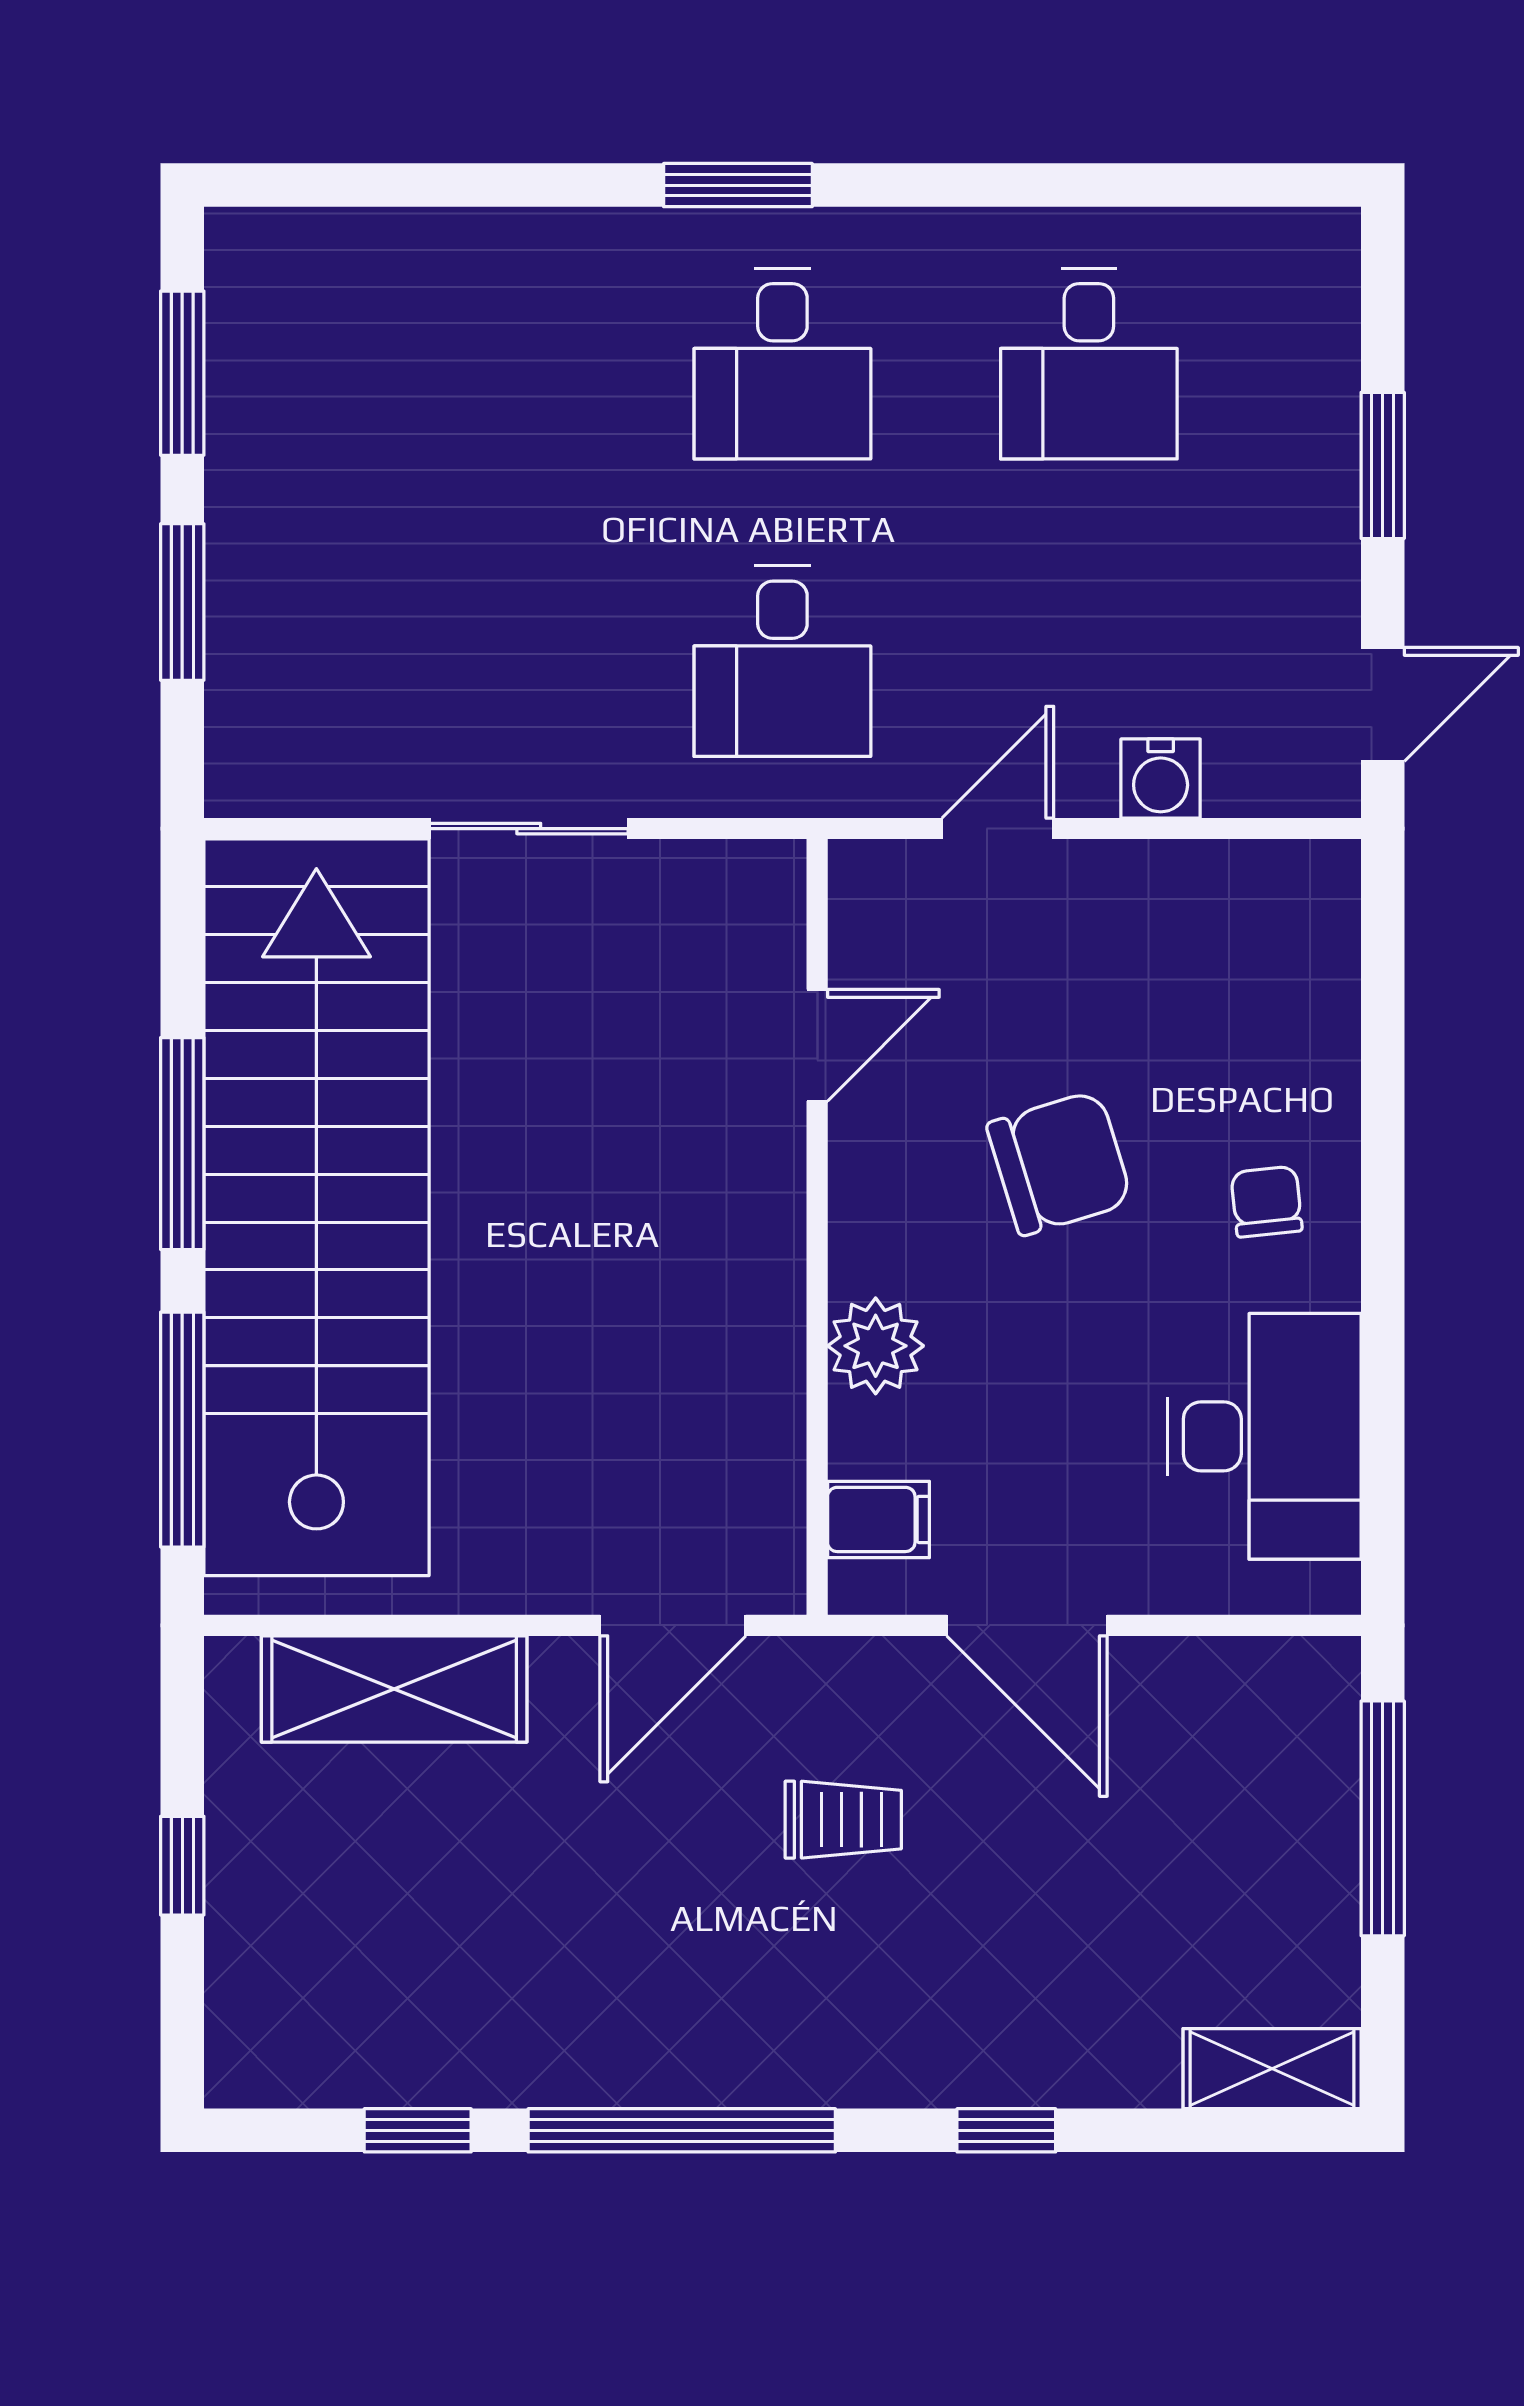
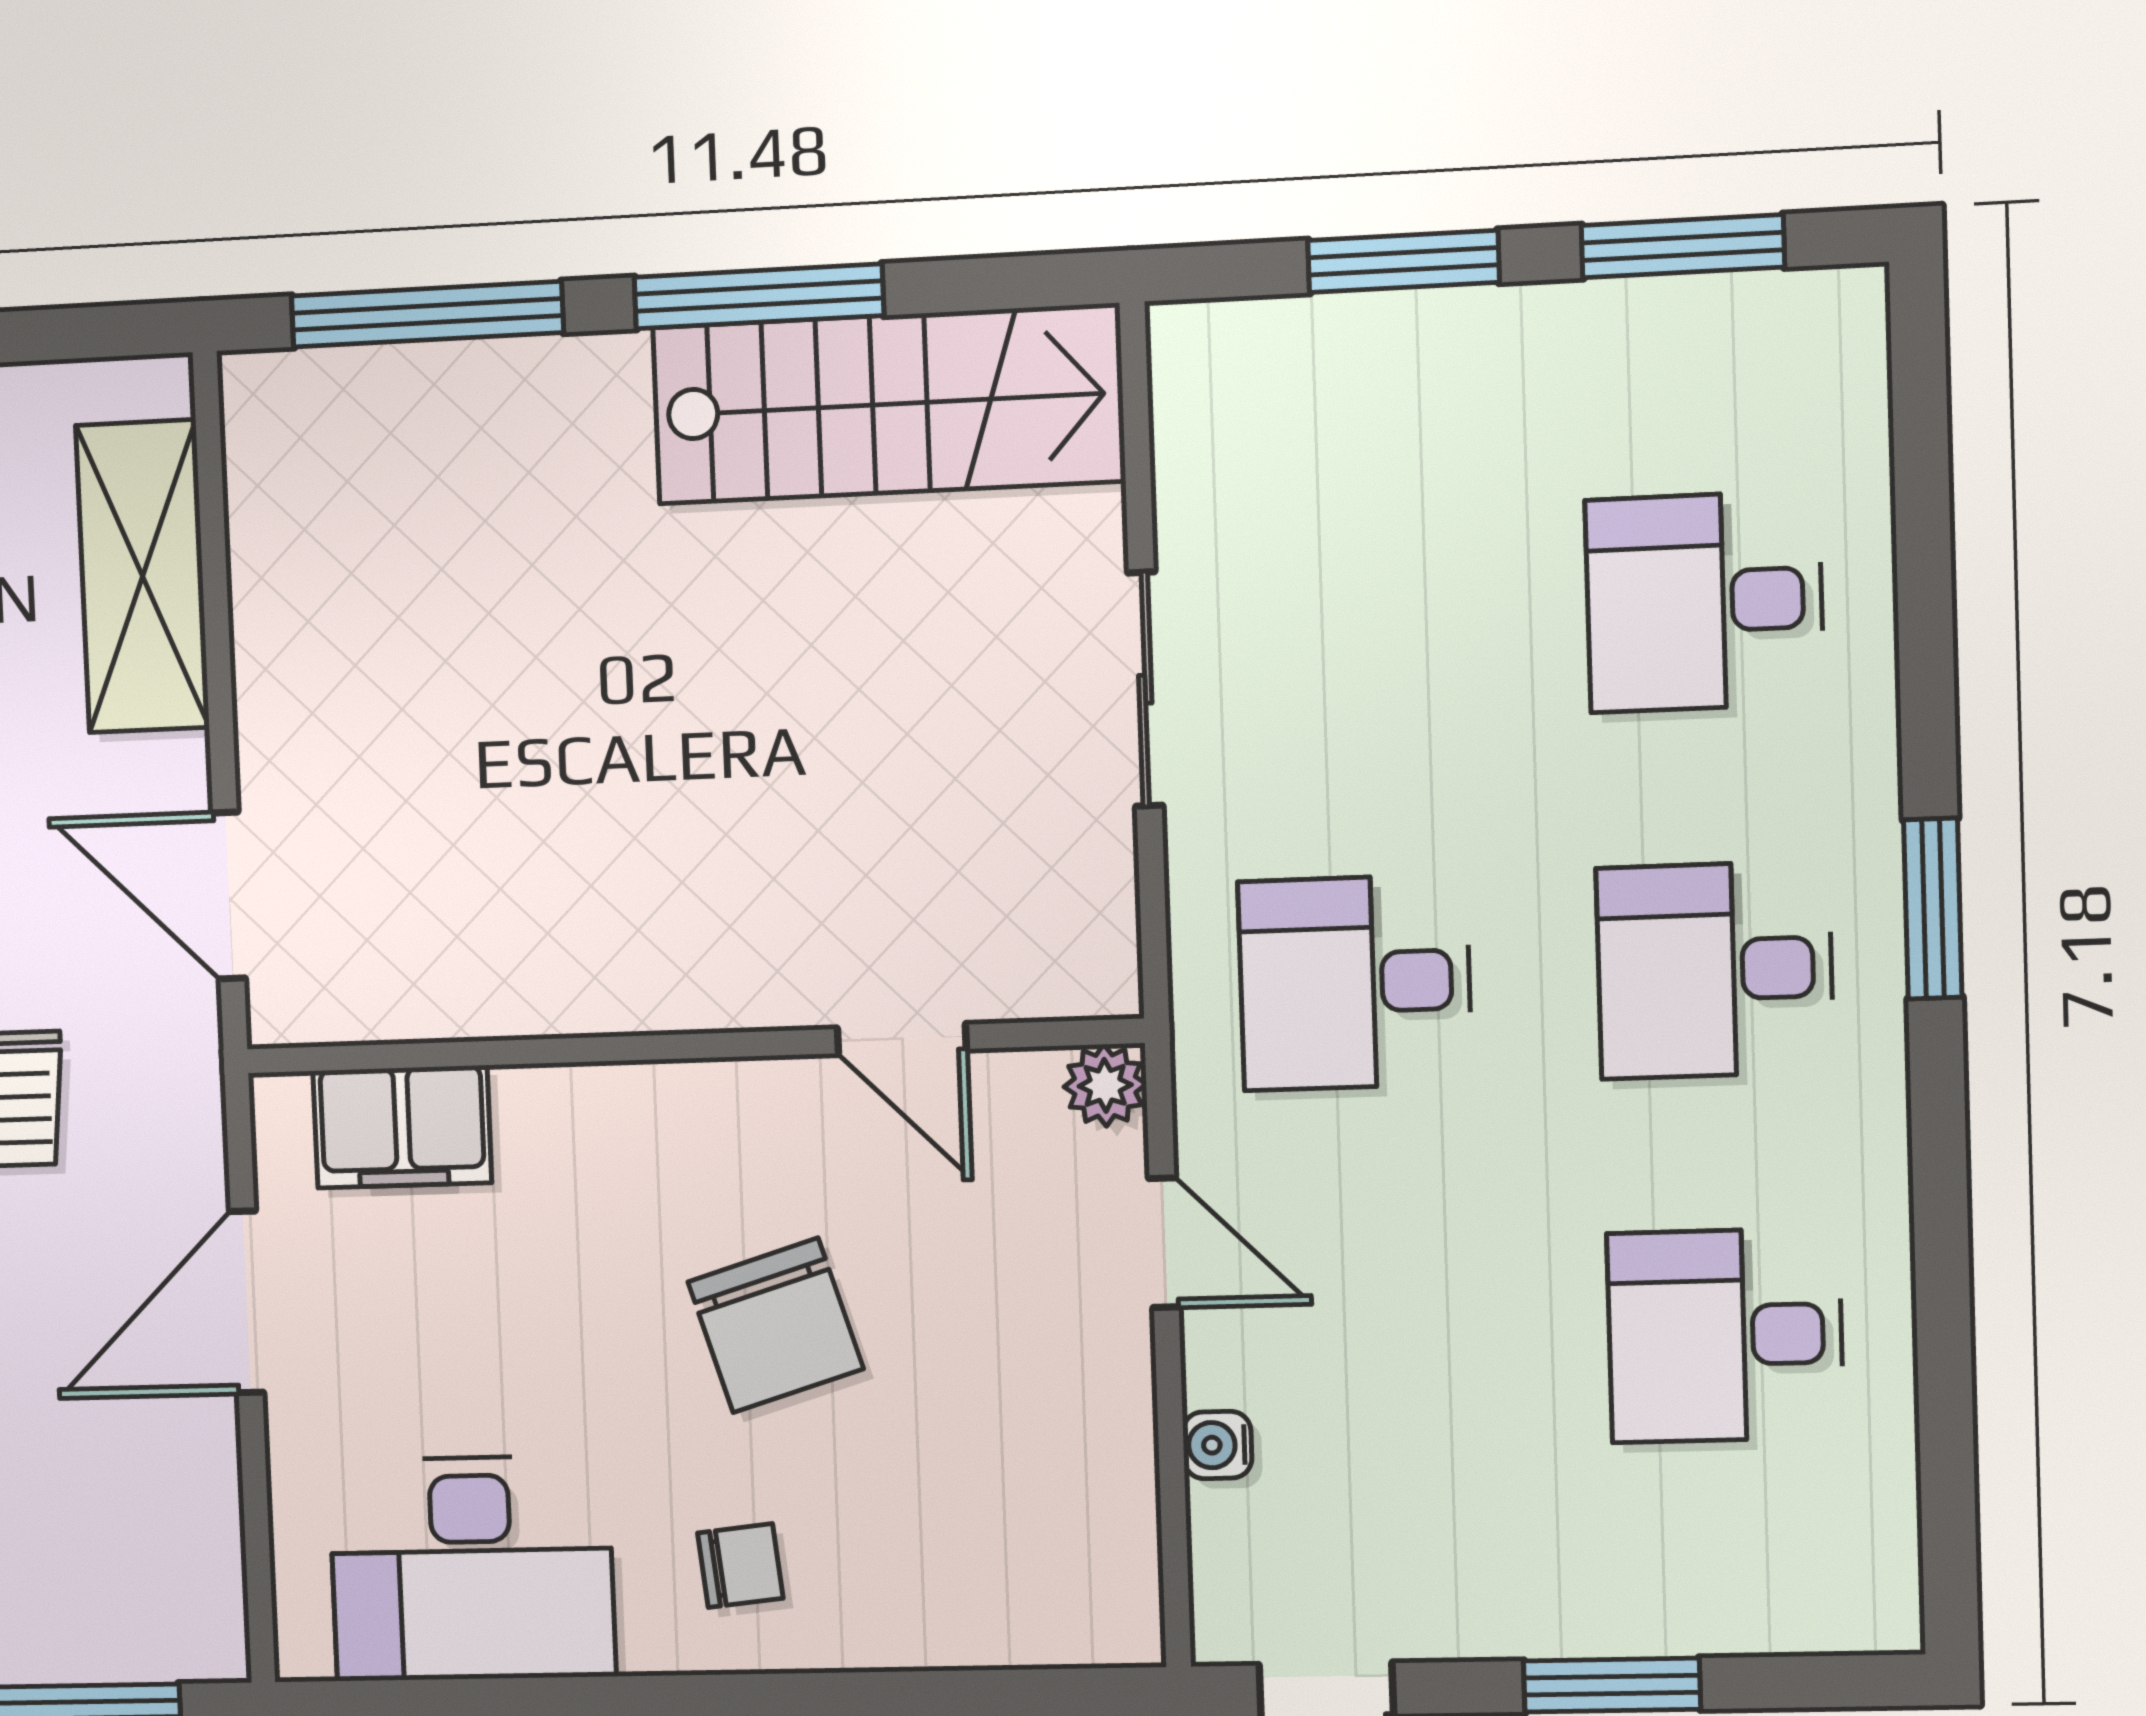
desk: (476, 364) -> (1704, 602), added
water cooler: (1161, 779) -> (1217, 1445), width x0.72, depth x0.72
stairs: (316, 1207) -> (888, 404), width x0.54, depth x0.66
plant: (876, 1346) -> (1105, 1085), moved, width x0.73, depth x0.73
filing cabinet: (878, 1519) -> (402, 1127), width x2.00

